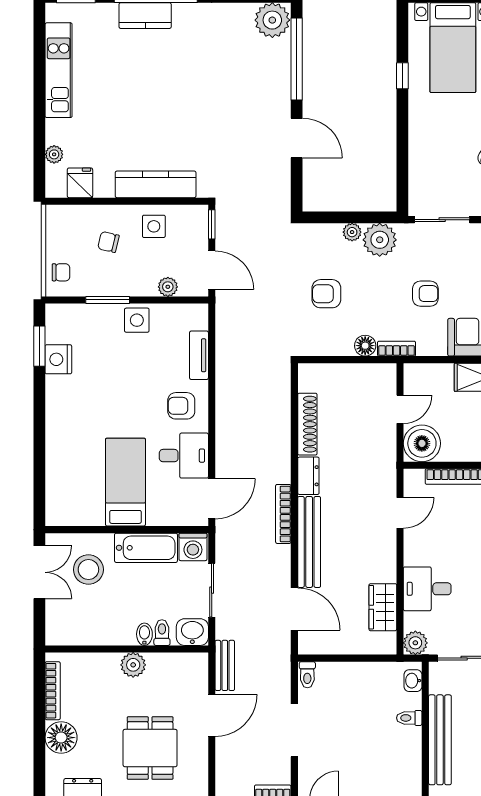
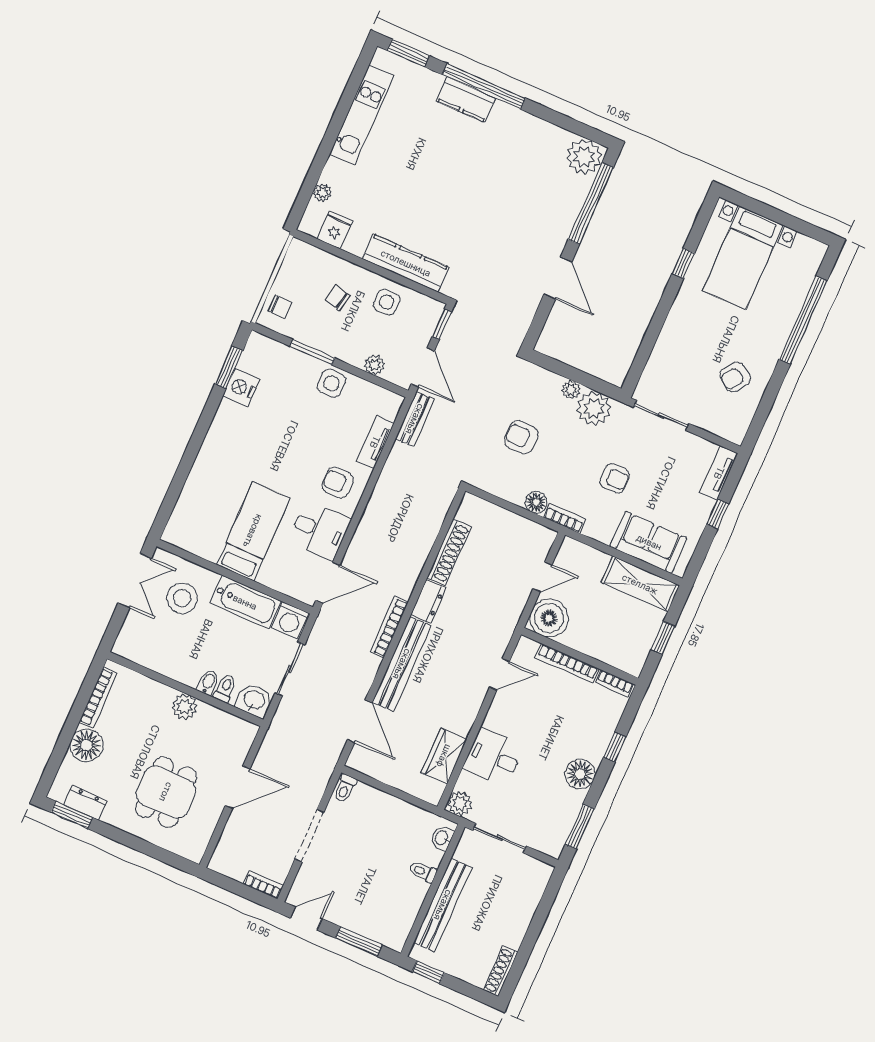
bench: (225, 665) -> (415, 419), moved

